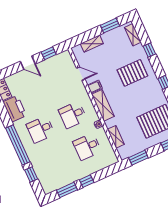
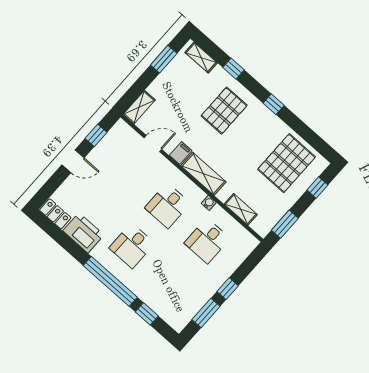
shelving: (92, 44) -> (139, 107), moved

